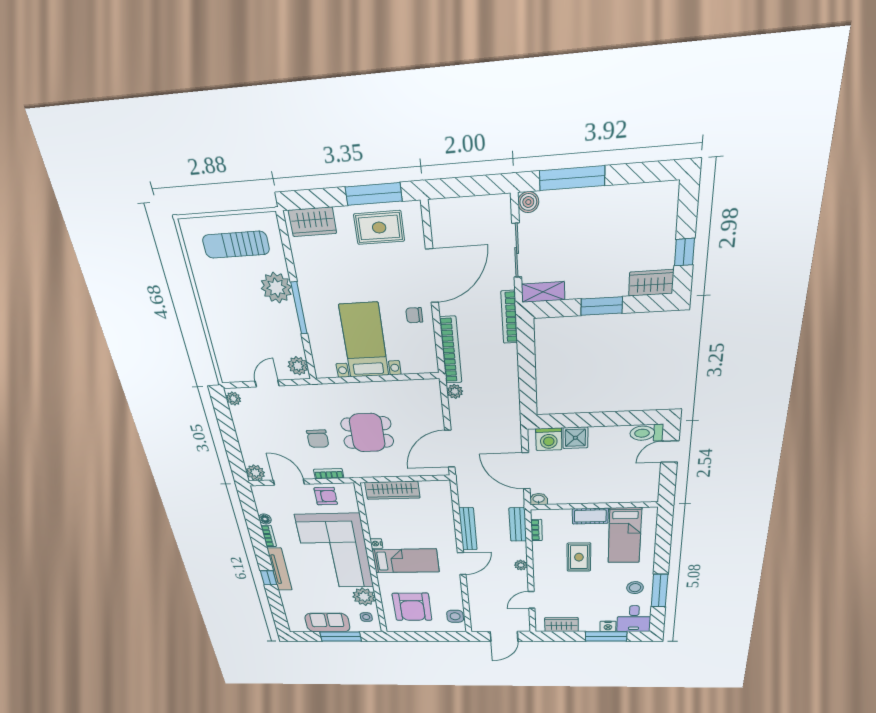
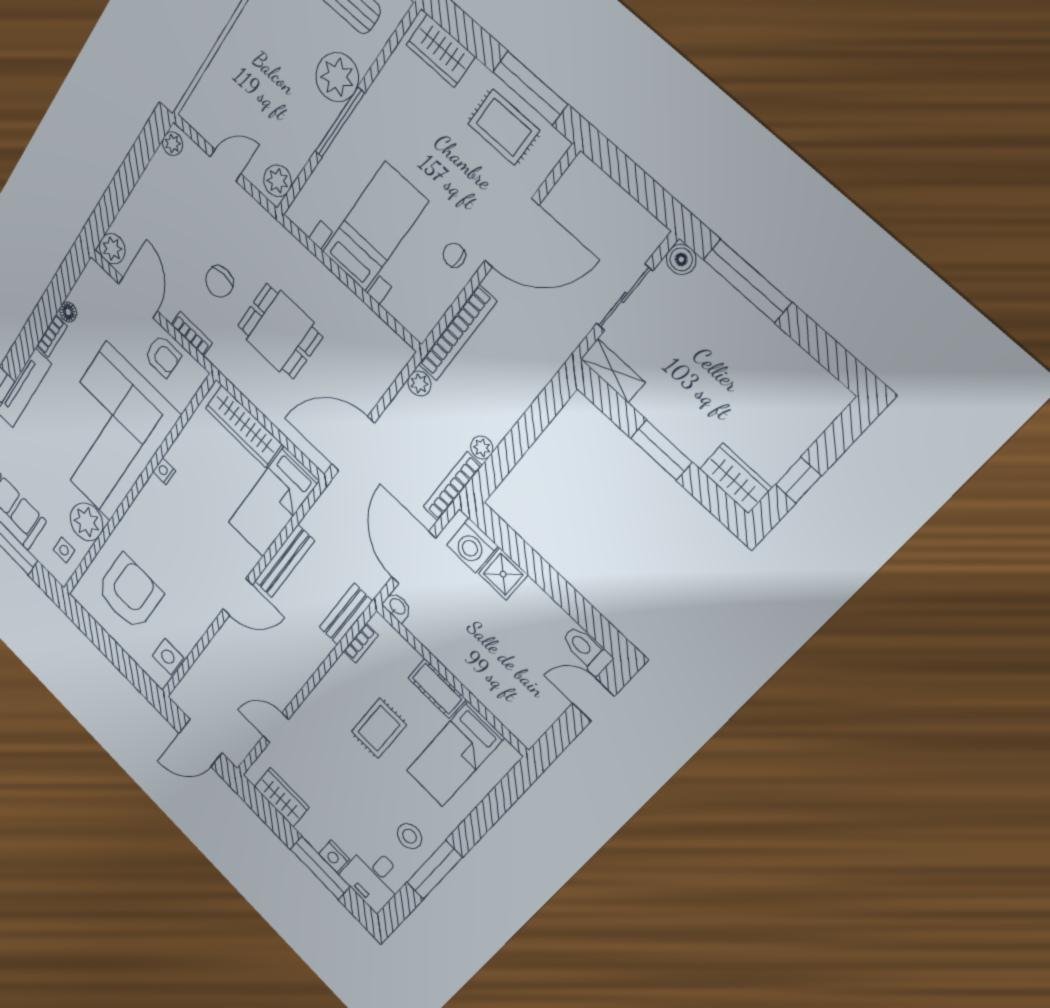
bookcase: (509, 317) -> (452, 486), moved
bed: (406, 561) -> (273, 502), moved, turned 90
plant: (521, 565) -> (482, 448), moved
armchair: (412, 607) -> (130, 592), turned 180

